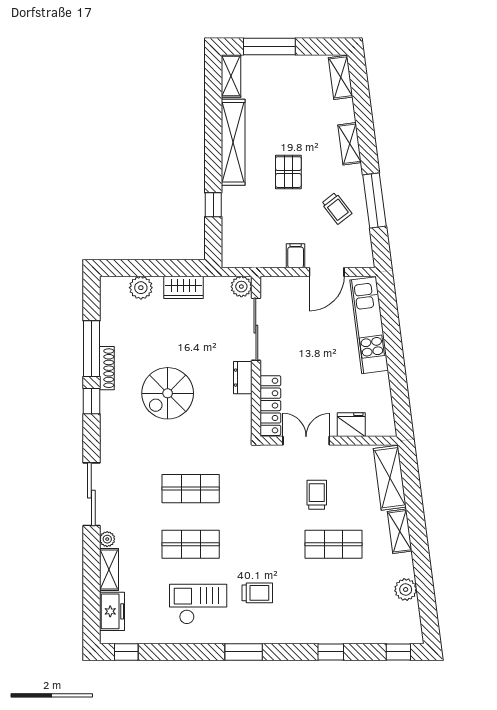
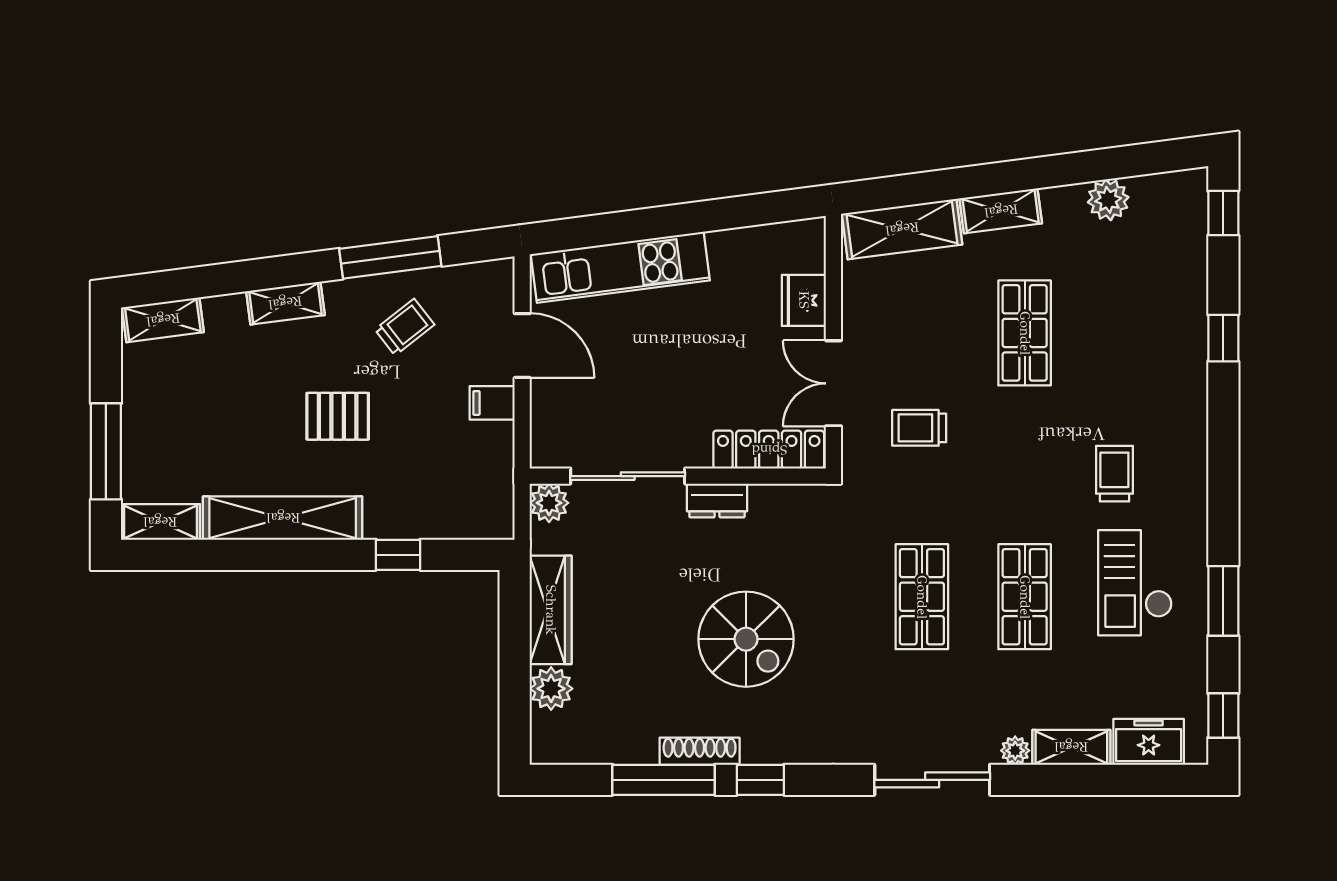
wardrobe: (183, 287) -> (551, 610), width x1.50
trolley: (317, 495) -> (919, 428), moved
window: (244, 652) -> (1223, 601), moved

